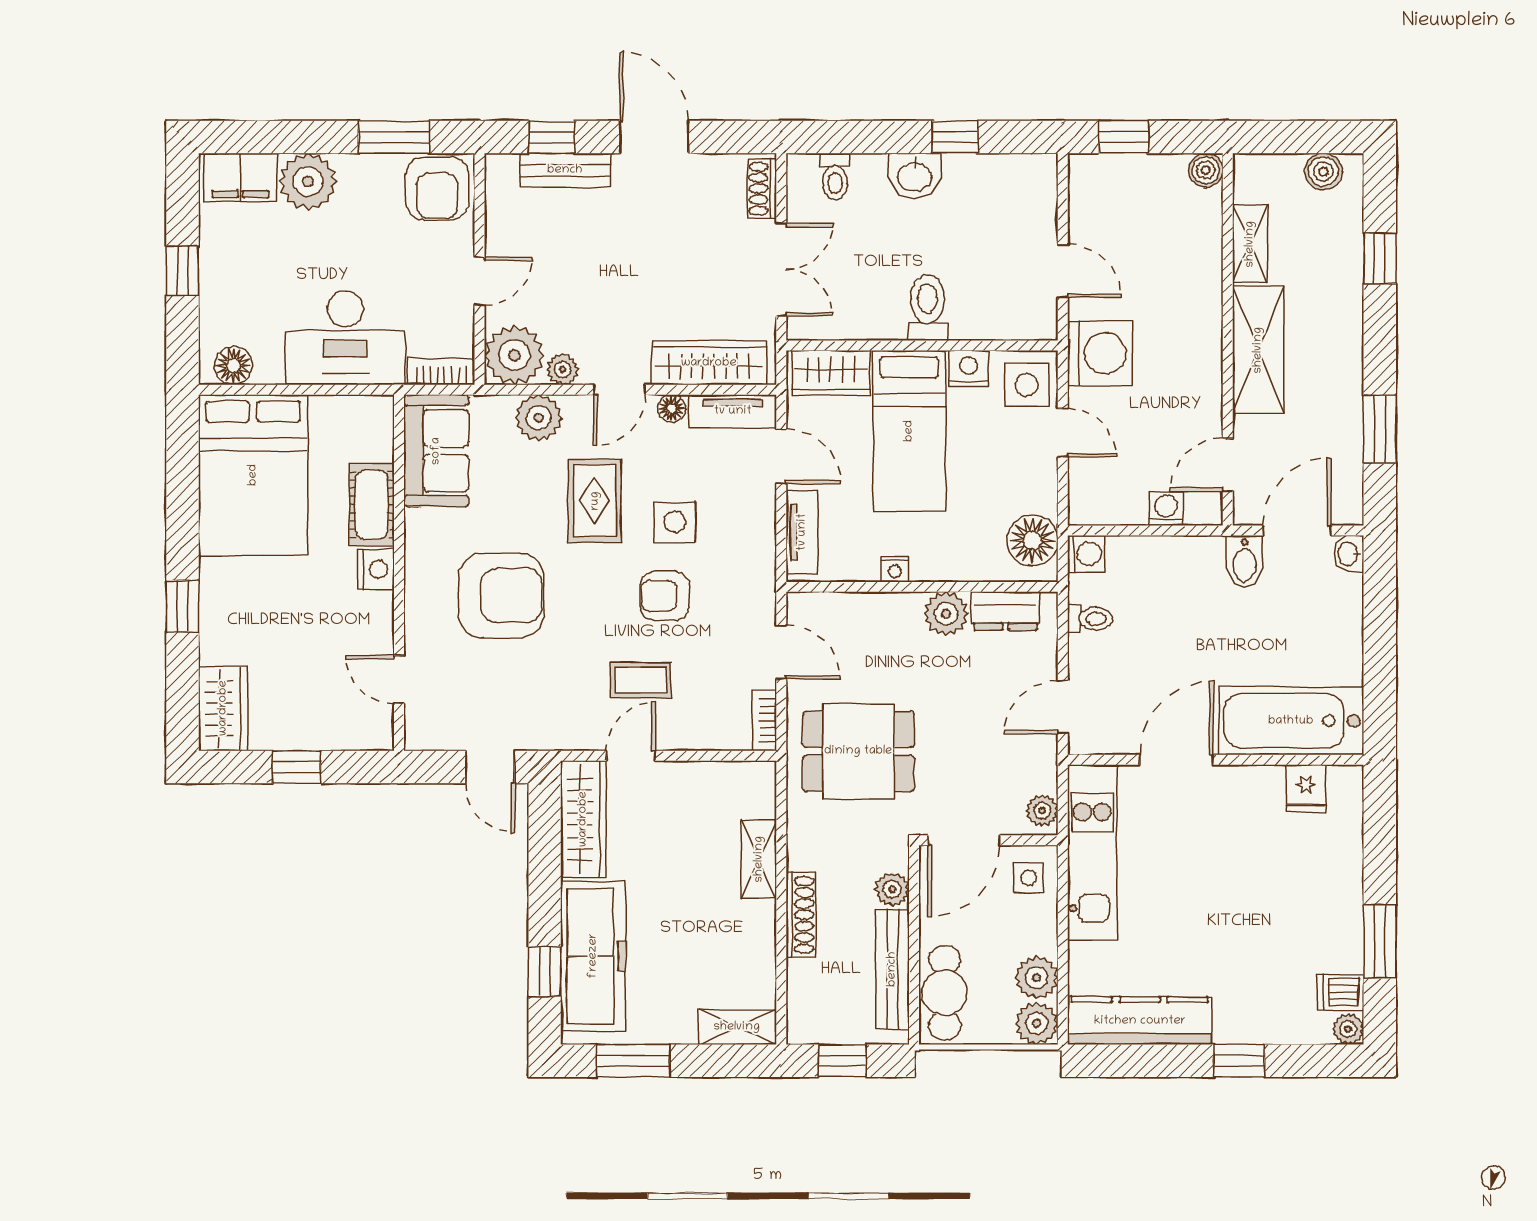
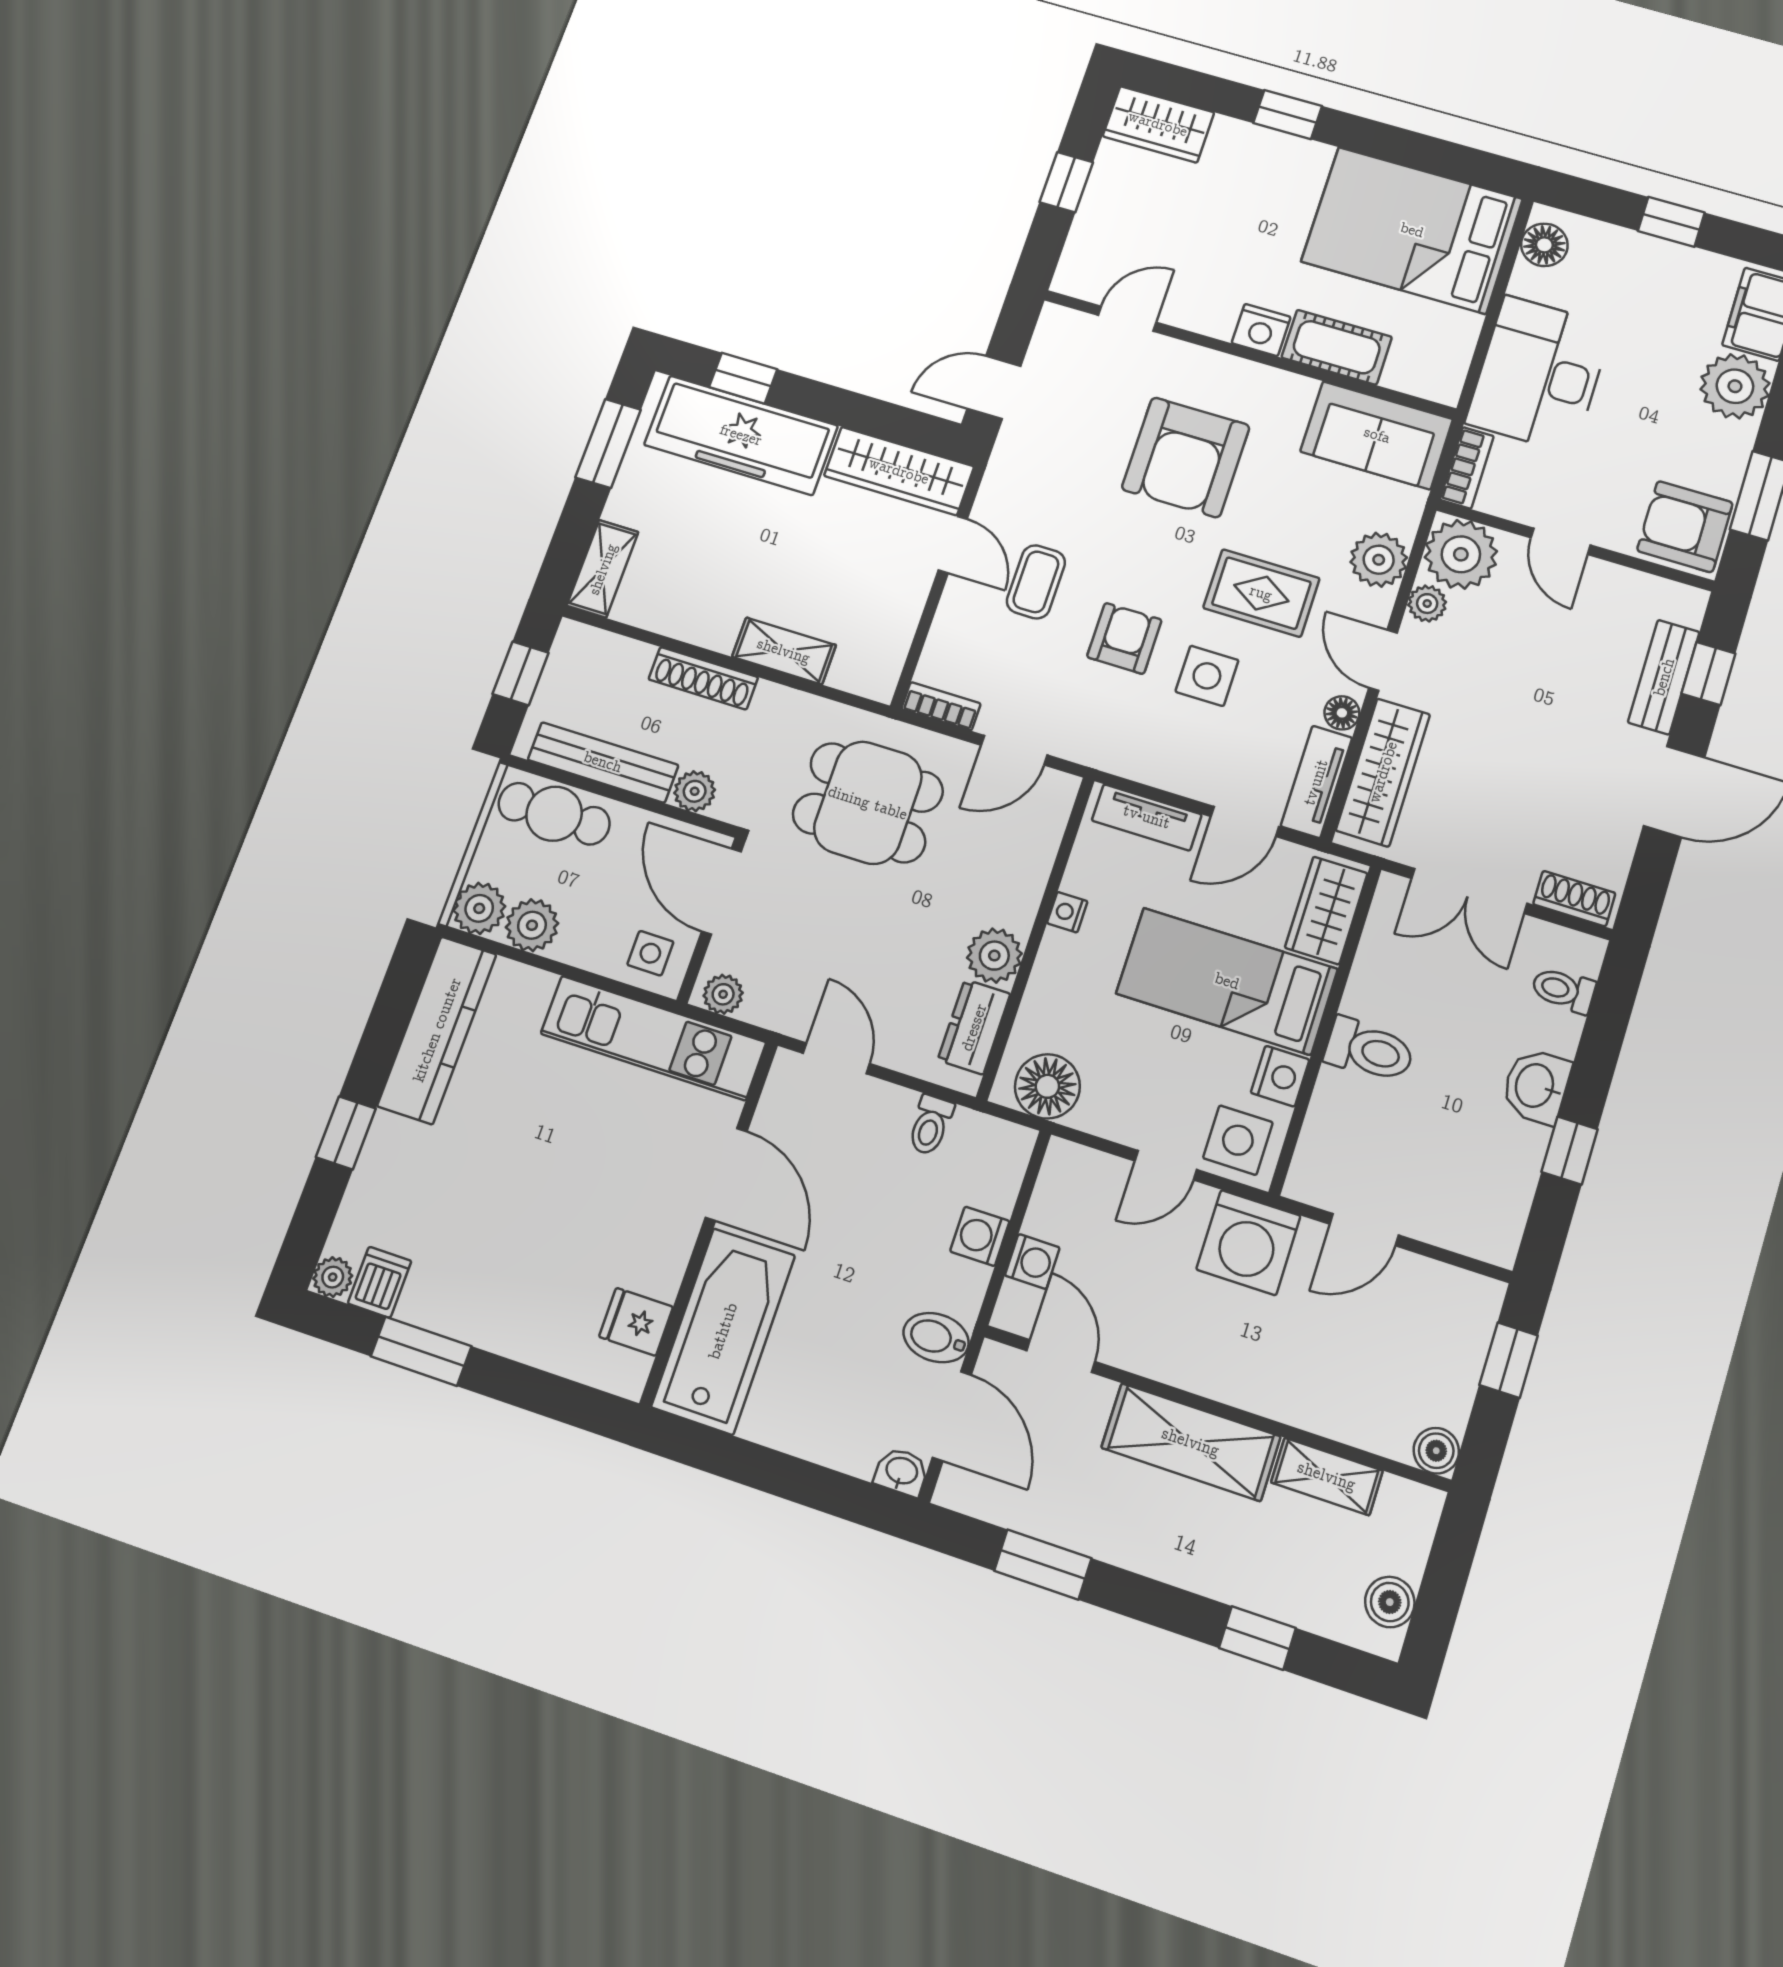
washing machine: (1086, 554) -> (980, 1236), moved, turned 90
dining table: (858, 751) -> (868, 803), turned 90

